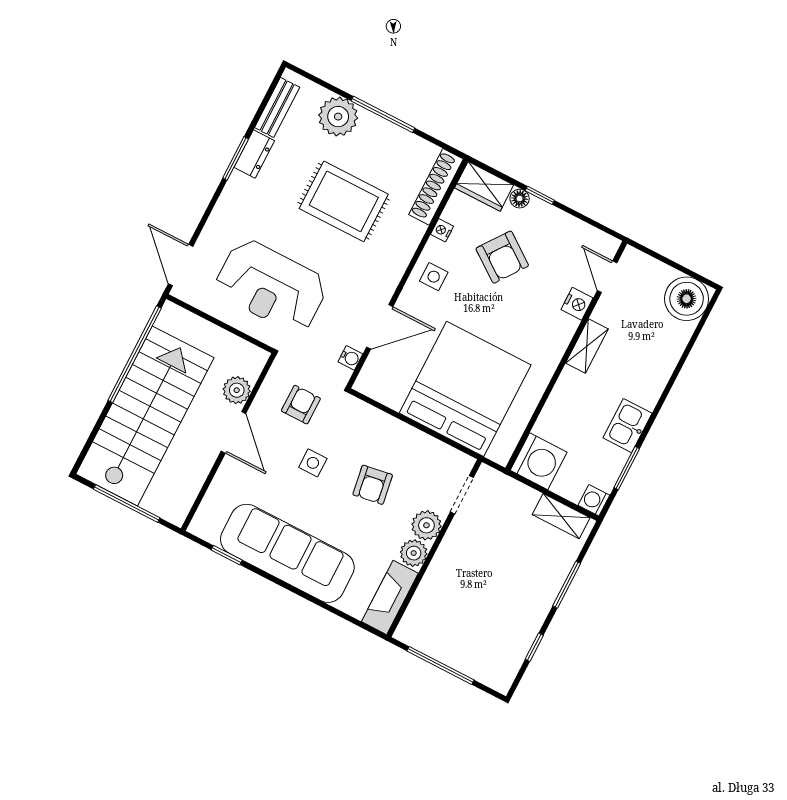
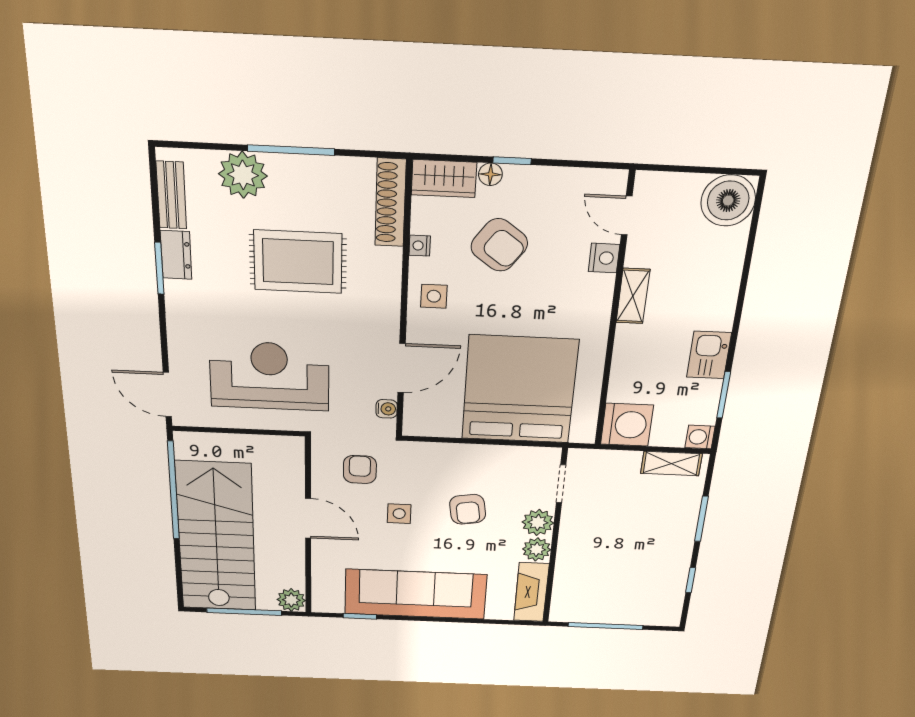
reception desk: (271, 286) -> (269, 376), turned 180
plant: (237, 390) -> (291, 600), moved

